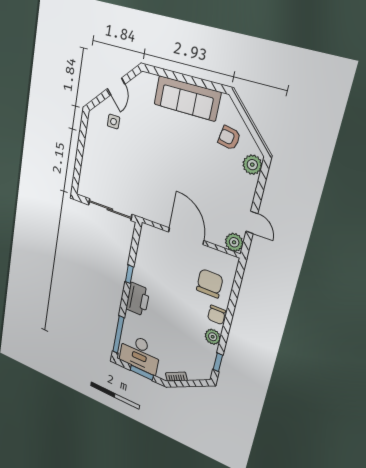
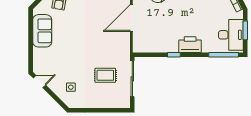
door: (116, 86) -> (39, 82), moved
sofa: (187, 98) -> (42, 31), width x0.73
rug: (120, 175) -> (105, 75), added

